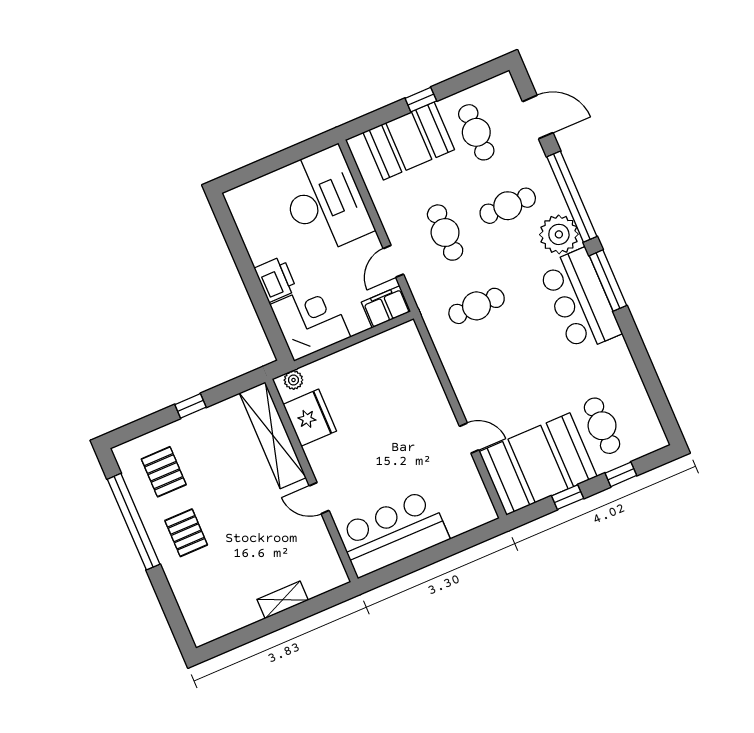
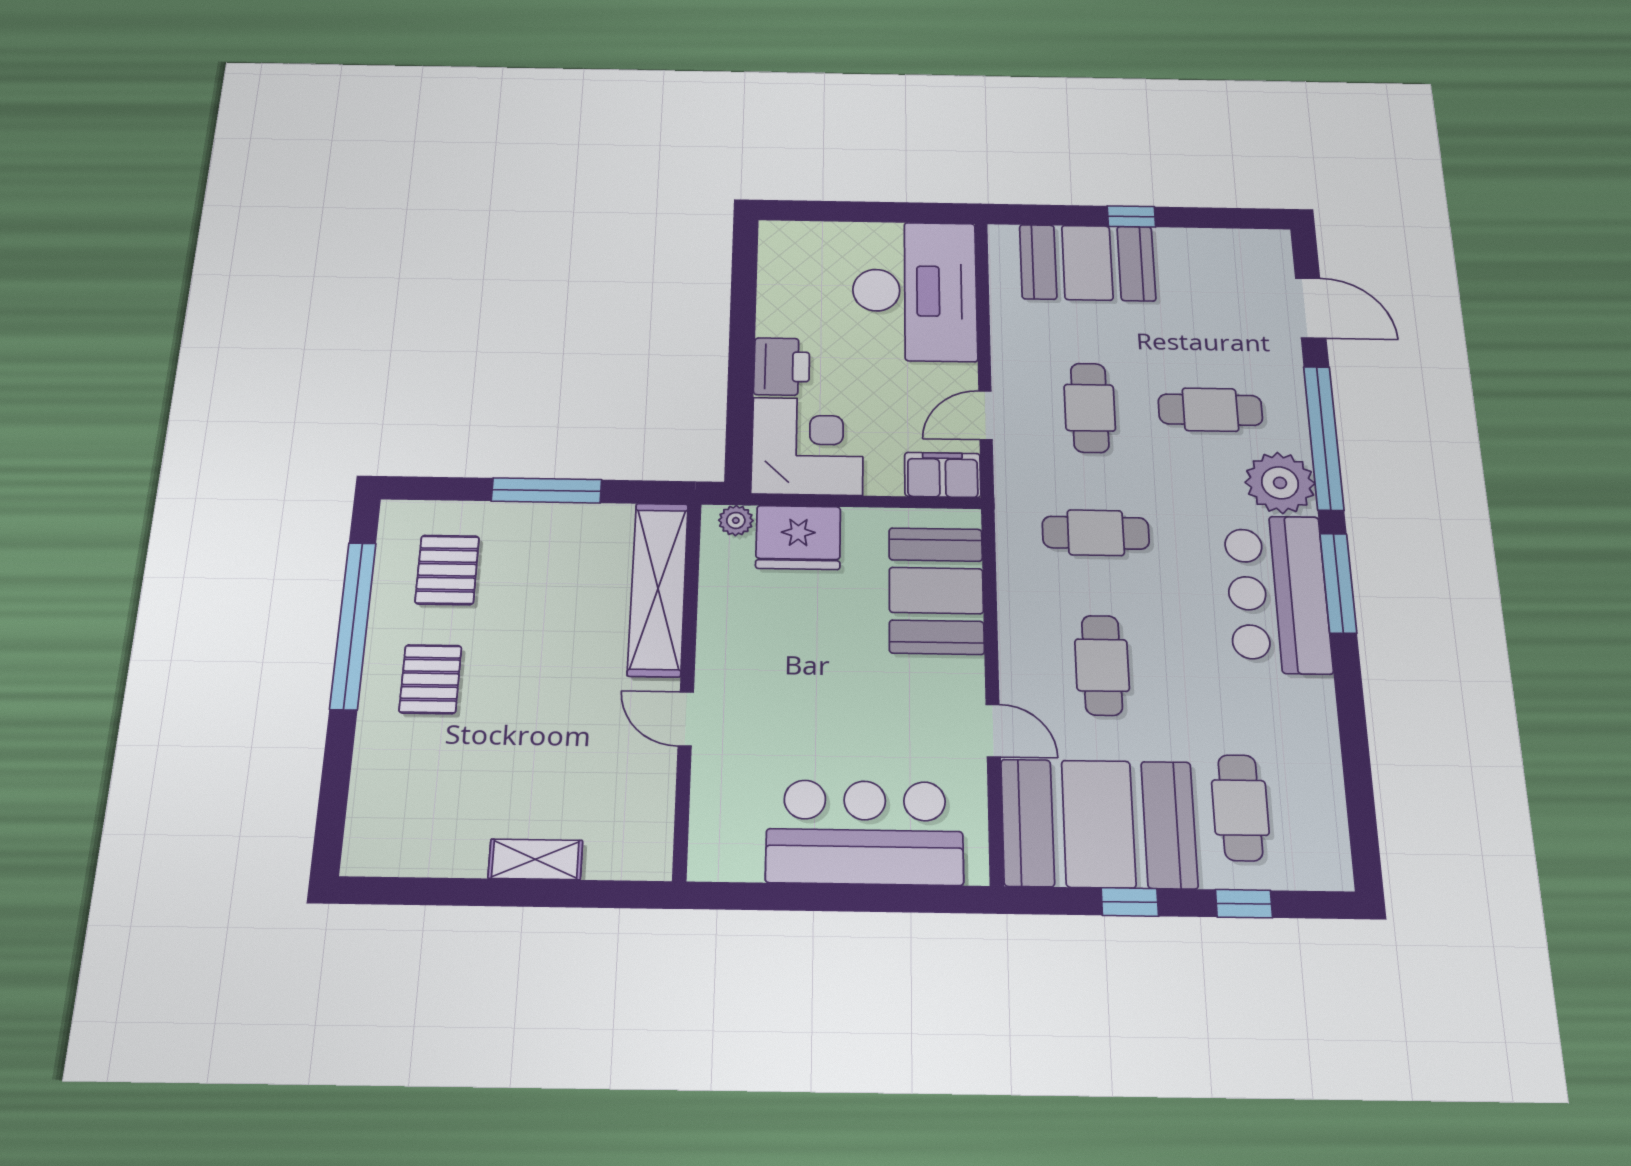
cafe table: (476, 132) -> (1102, 665), moved
booth: (410, 375) -> (936, 591), added
window: (190, 406) -> (547, 490), width x2.17
fridge: (310, 418) -> (798, 537), moved, turned 90
bar counter: (393, 533) -> (865, 832), moved

